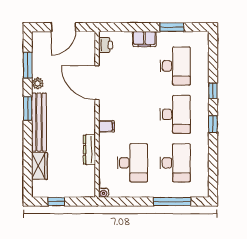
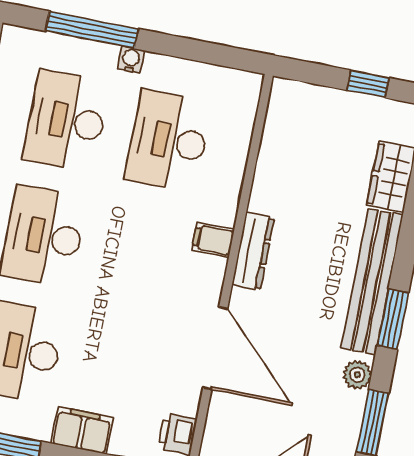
dresser: (89, 150) -> (253, 251), moved
water cooler: (103, 193) -> (131, 60), moved

